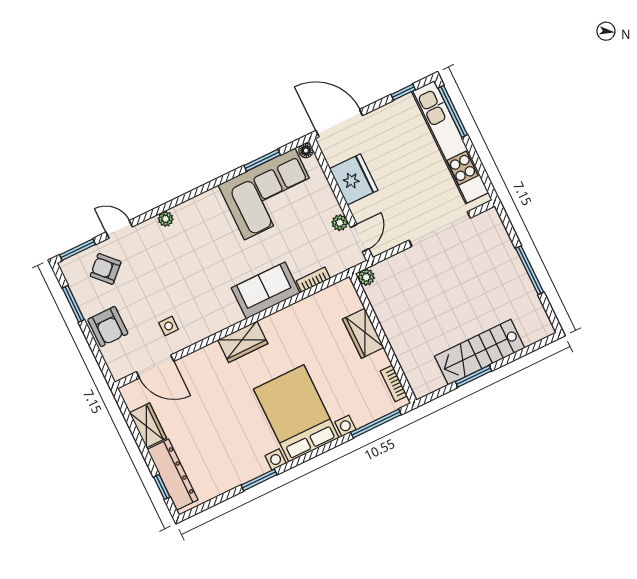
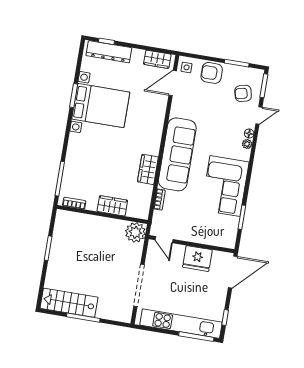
floor lamp: (306, 151) -> (249, 134), moved
corner sofa: (270, 194) -> (225, 186), moved
plant: (340, 223) -> (180, 235), removed
armchair: (106, 269) -> (243, 93), turned -150
plant: (366, 277) -> (135, 232), width x1.88, depth x1.88
sofa: (266, 290) -> (177, 154), width x1.85, depth x1.27
side table: (169, 326) -> (187, 67), moved
wardrobe: (243, 342) -> (148, 169), moved
stairs: (480, 352) -> (69, 303), moved, turned -90
bed with nightstands: (296, 413) -> (101, 106), moved
wardrobe: (148, 425) -> (157, 59), moved

